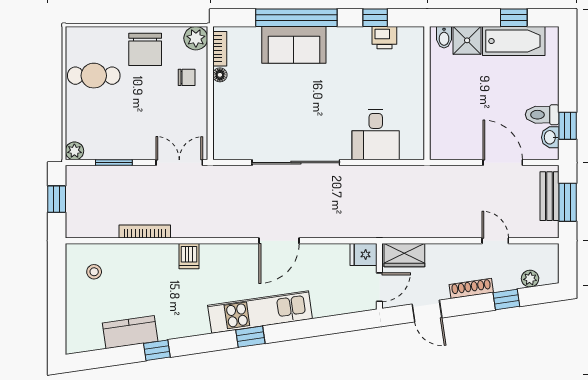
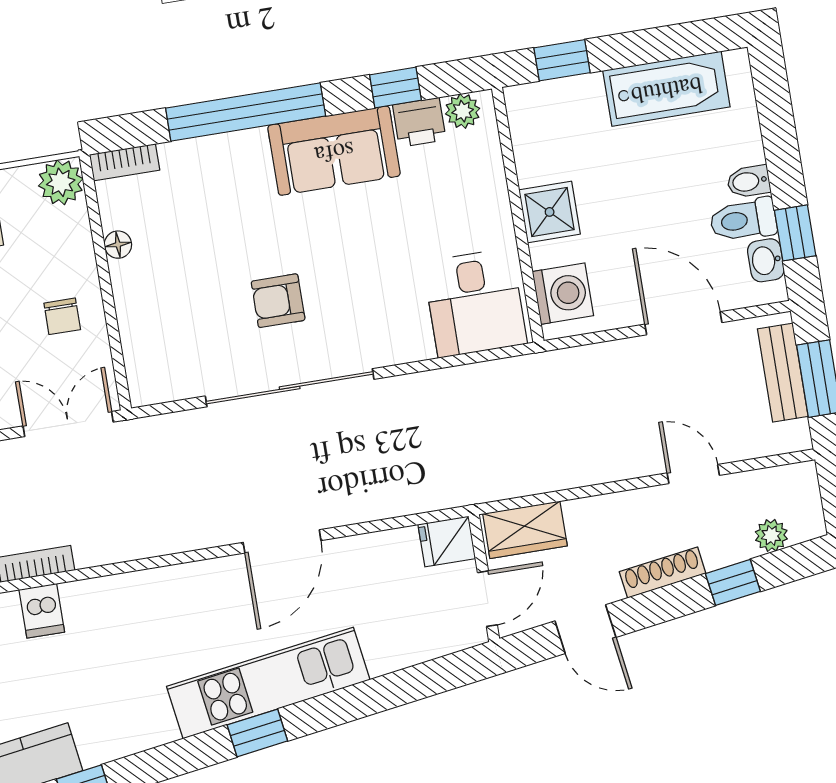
window: (514, 18) -> (562, 60), moved
plant: (408, 35) -> (463, 111), added
bidet: (444, 37) -> (749, 181), moved, turned 90
shower: (467, 40) -> (550, 212), moved
sofa: (294, 45) -> (334, 151), moved
bookcase: (220, 49) -> (125, 162), moved, turned 90
chair: (187, 77) -> (62, 316), moved, turned 90
armchair: (297, 117) -> (278, 301), added
desk: (376, 135) -> (475, 303), moved
washing machine: (444, 137) -> (563, 294), added
dishwasher: (189, 256) -> (42, 611), moved

